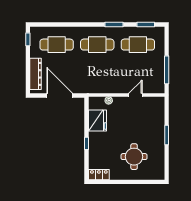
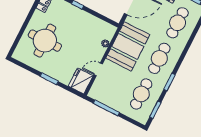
booth: (101, 79) -> (128, 46), added
door: (135, 95) -> (98, 69), swing flipped
fridge: (97, 121) -> (81, 81), moved, turned 90
round table: (134, 157) -> (45, 41), width x1.36, depth x1.36

